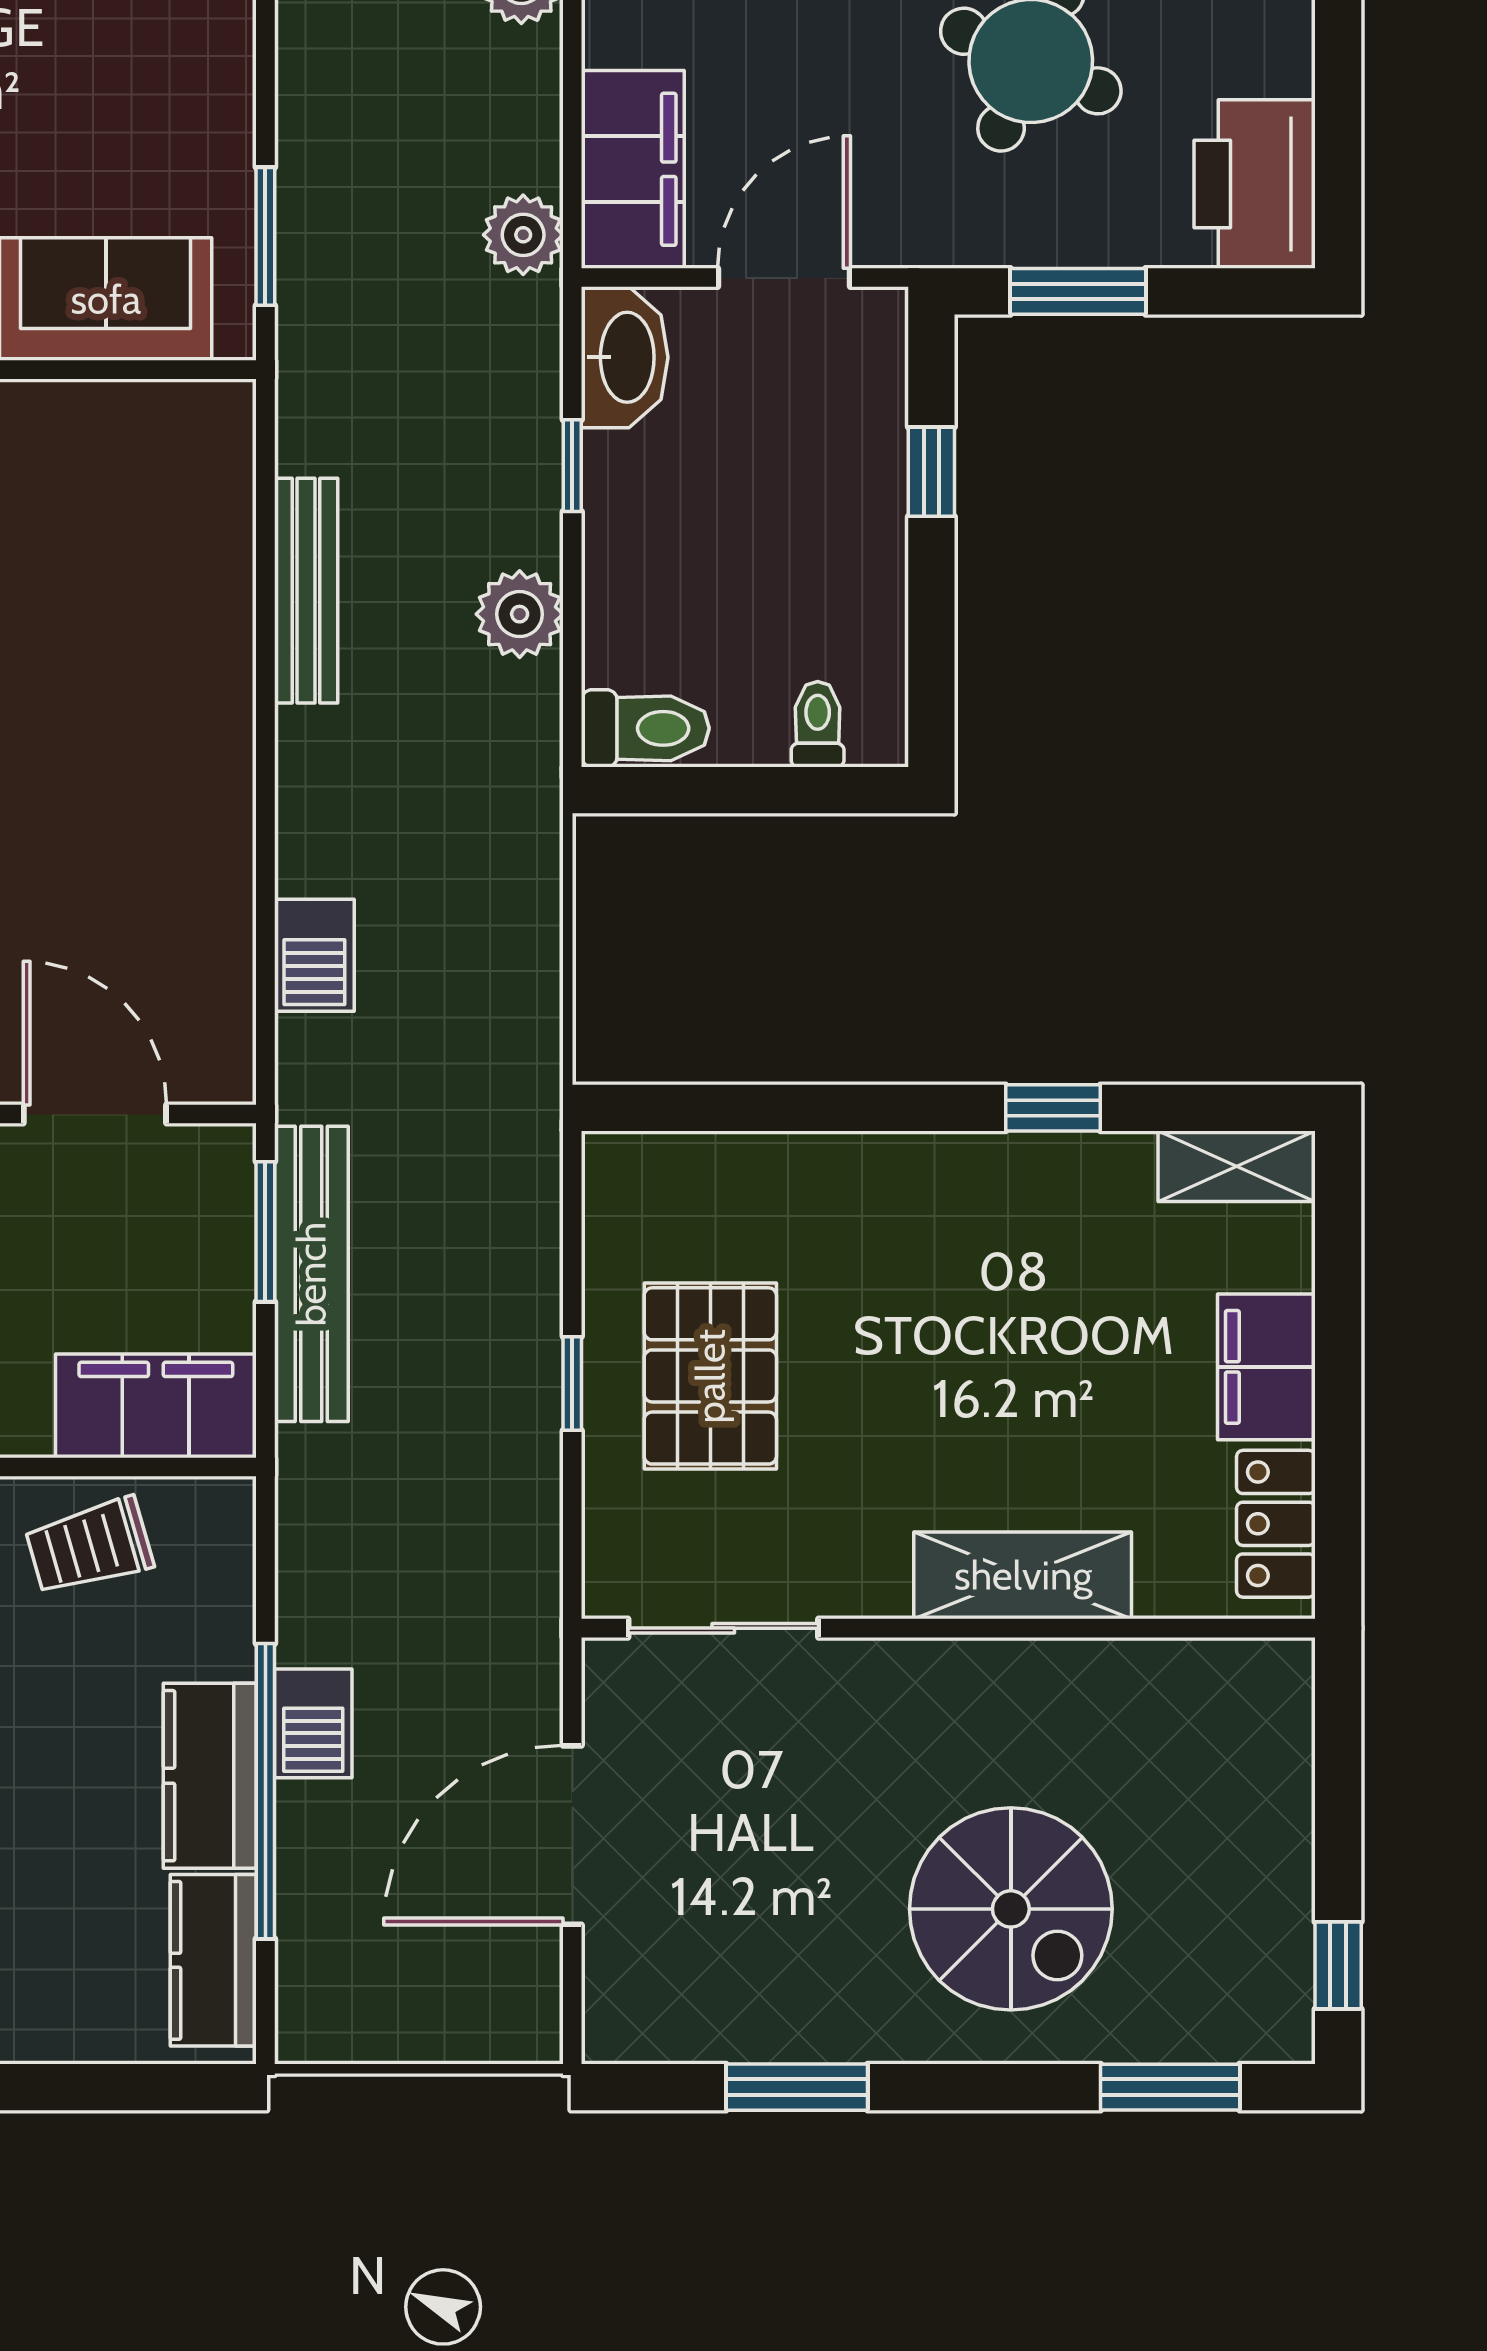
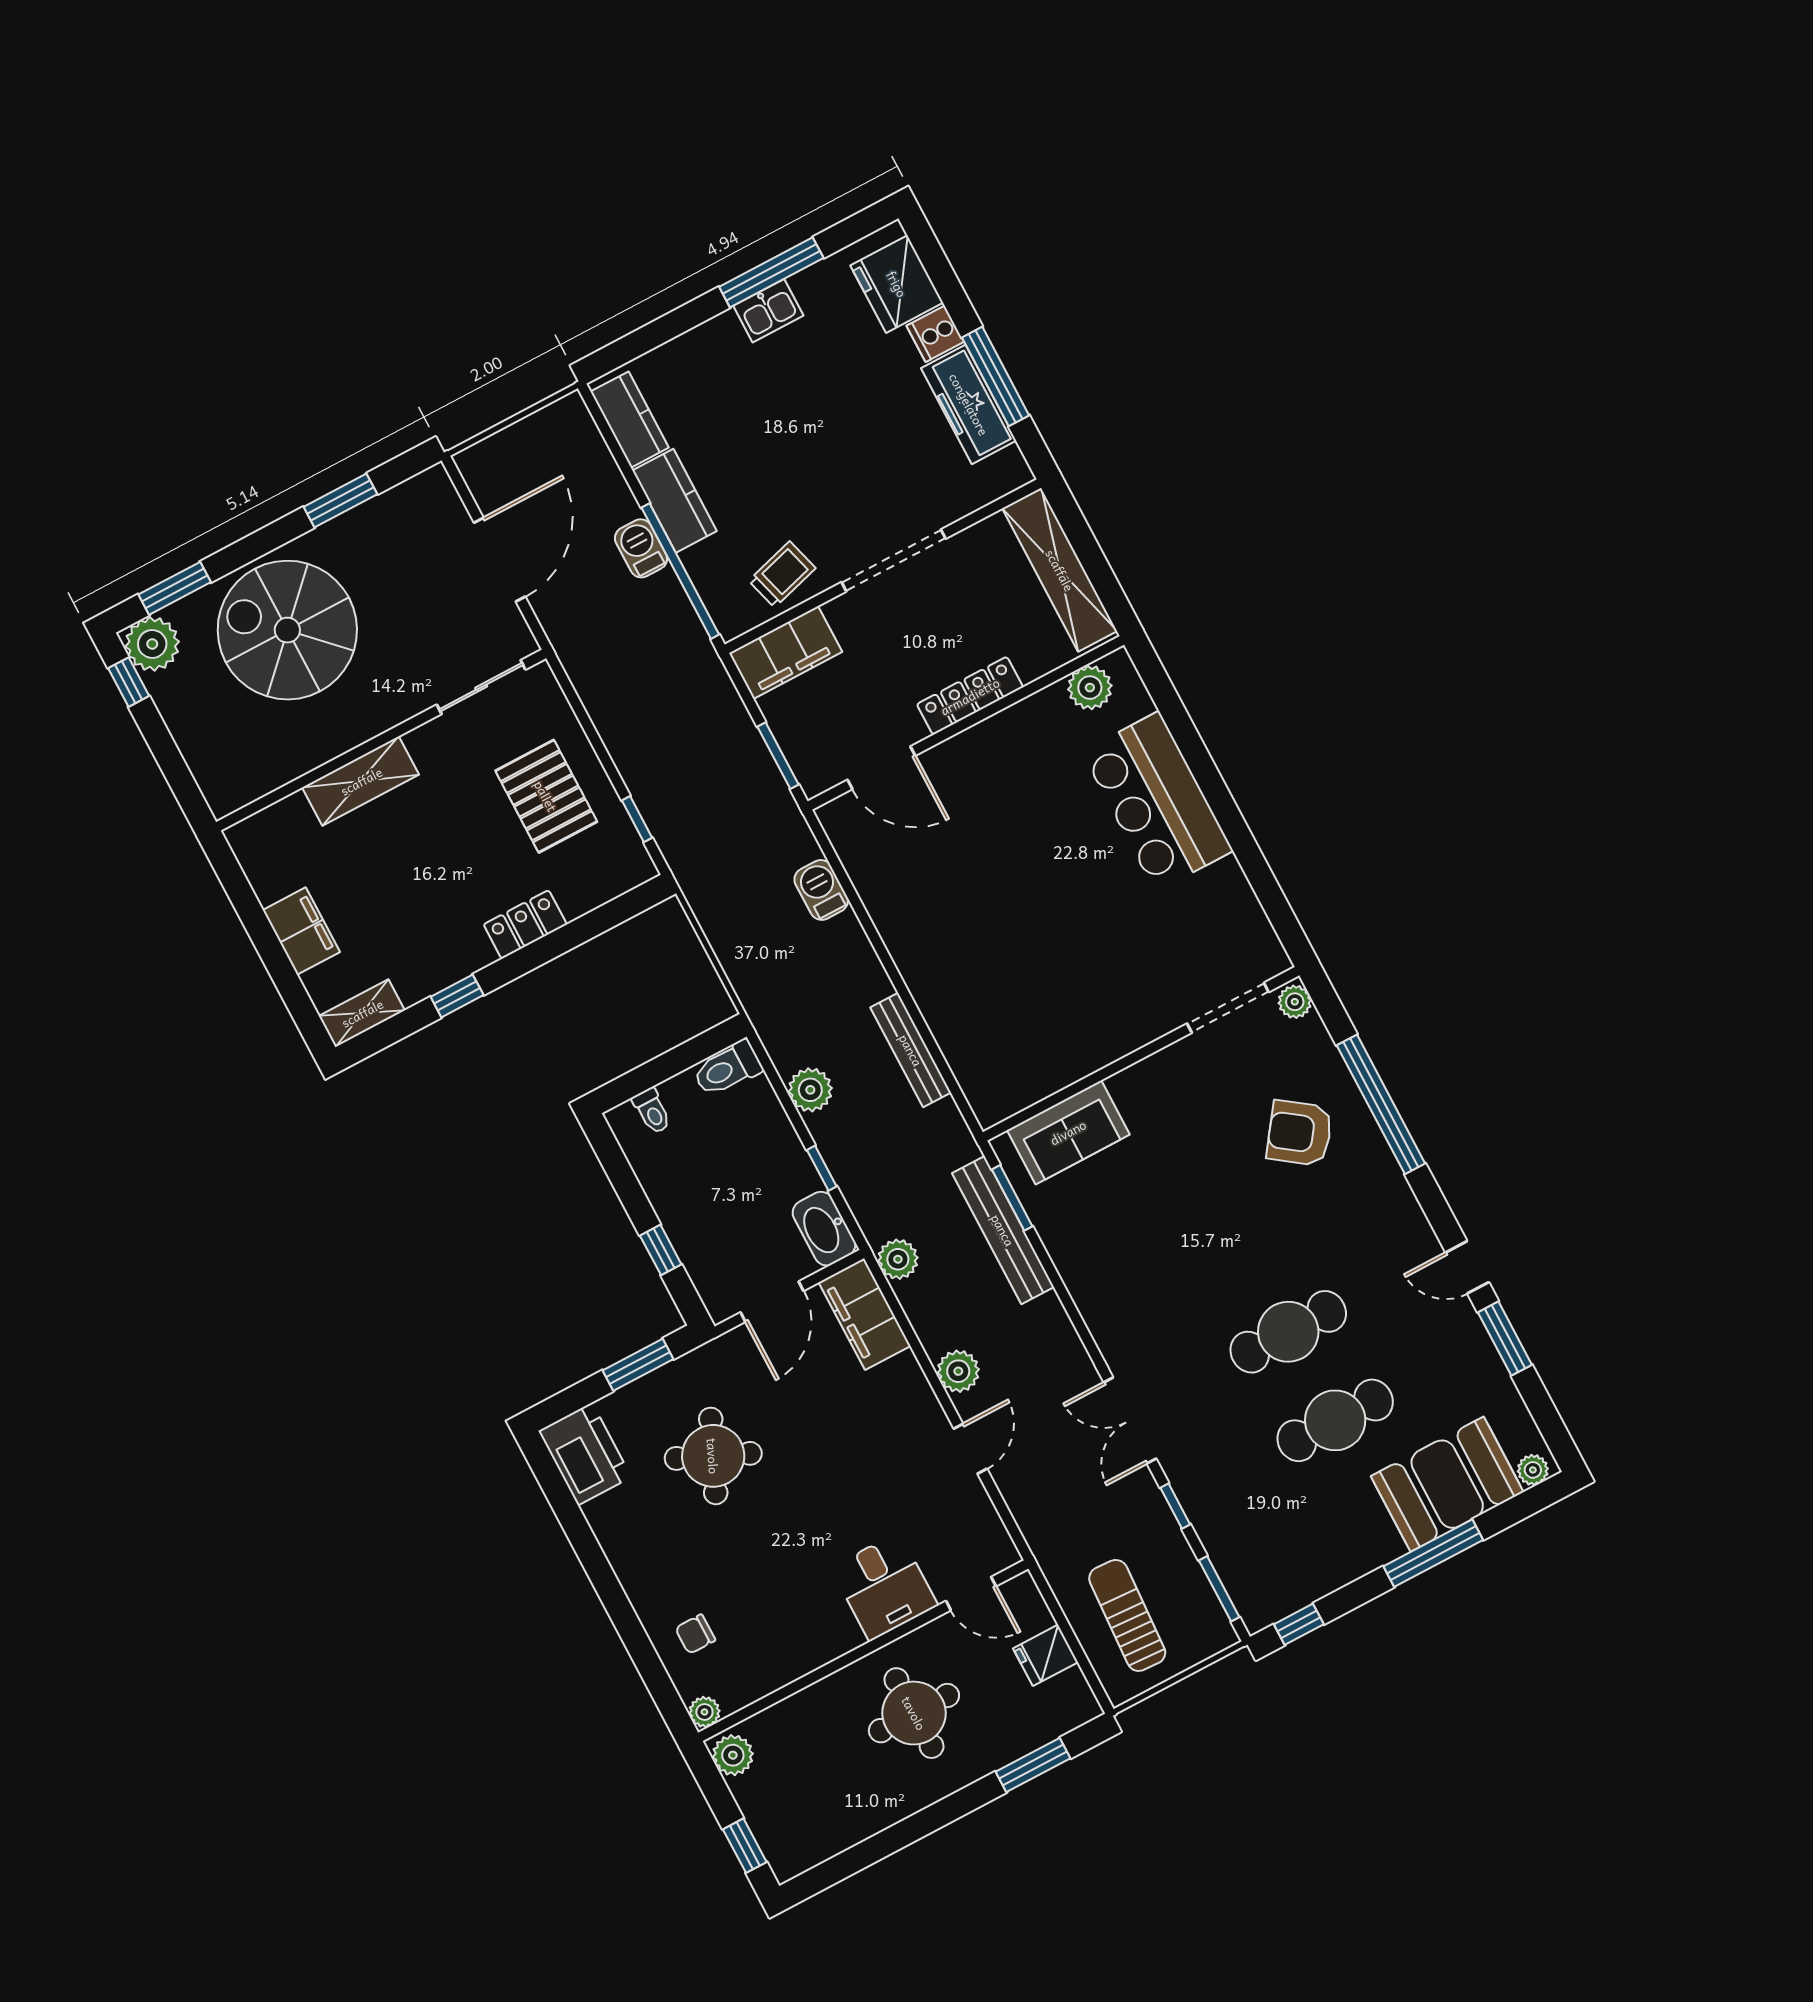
bench: (311, 1274) -> (1003, 1230), moved
window: (572, 1384) -> (637, 819), moved
locker: (1276, 1524) -> (525, 924), moved, turned -90
window: (265, 1791) -> (680, 571), moved
spiral stairs: (1011, 1909) -> (287, 630), width x1.37, depth x1.37
plant: (1261, 2010) -> (152, 644), added

